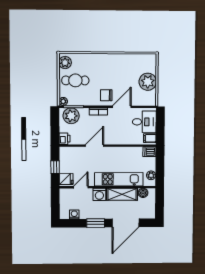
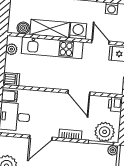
chair: (106, 95) -> (59, 154), removed
door: (95, 146) -> (79, 93), hinge flipped
door: (81, 187) -> (100, 42), swing flipped

